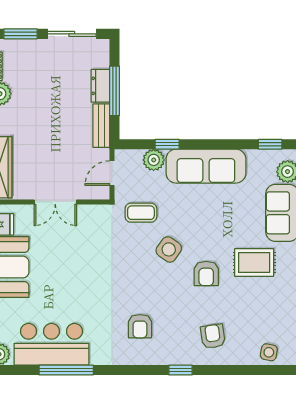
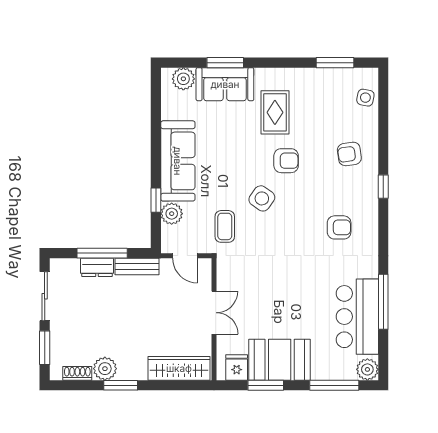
window: (270, 144) -> (156, 96), removed

